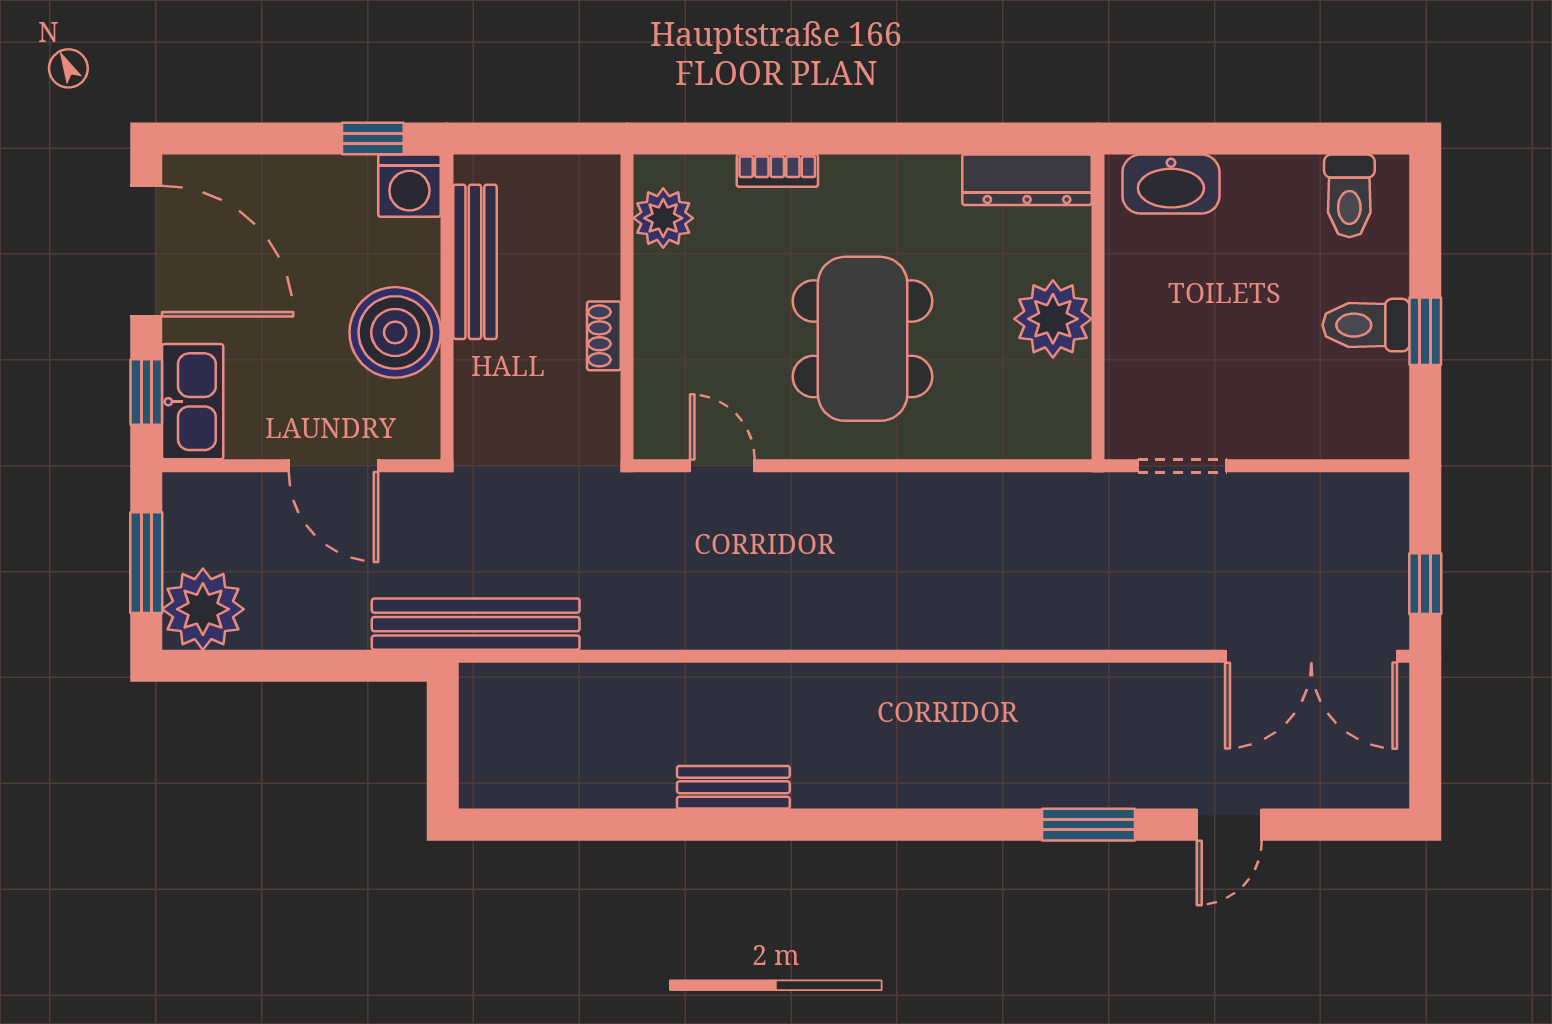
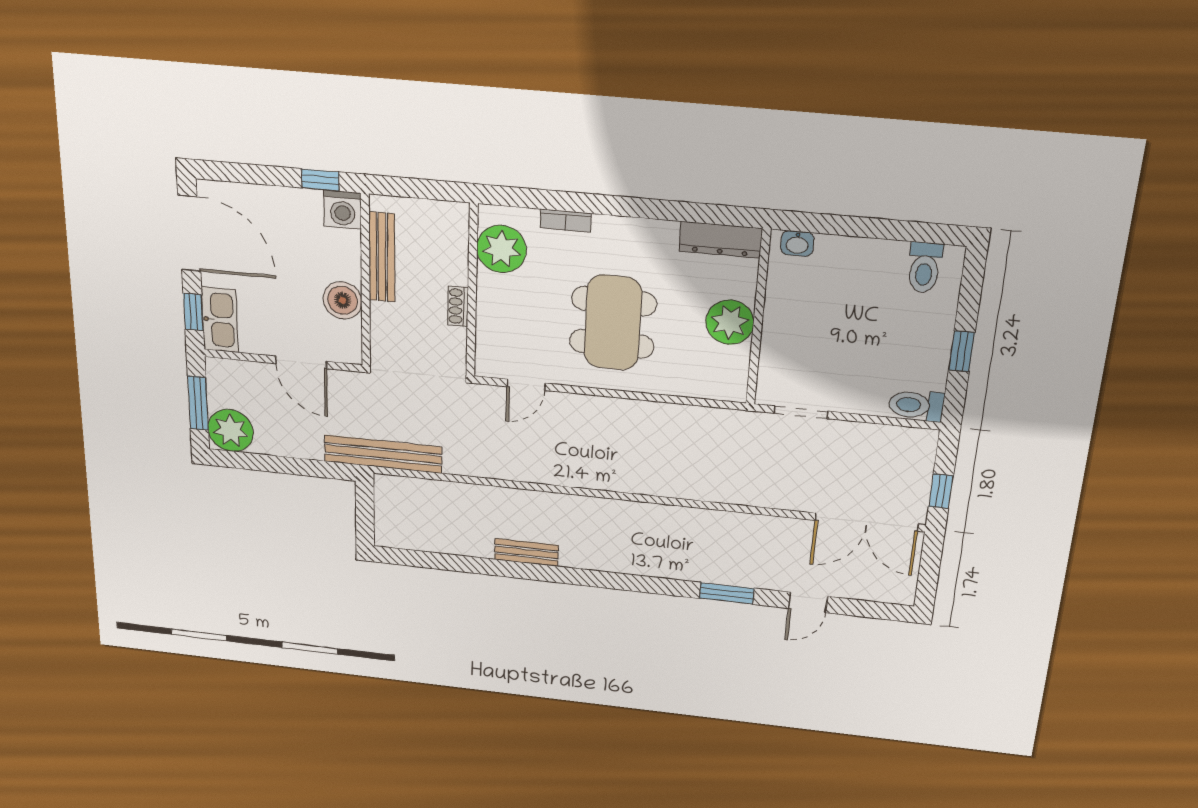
washbasin: (1171, 184) -> (797, 244), width x0.52, depth x0.69
plant: (663, 218) -> (501, 249), width x1.36, depth x1.36
toilet: (1366, 325) -> (916, 405), moved
boiler: (395, 332) -> (343, 300), width x0.73, depth x0.73
door: (722, 466) -> (526, 385), swing flipped

